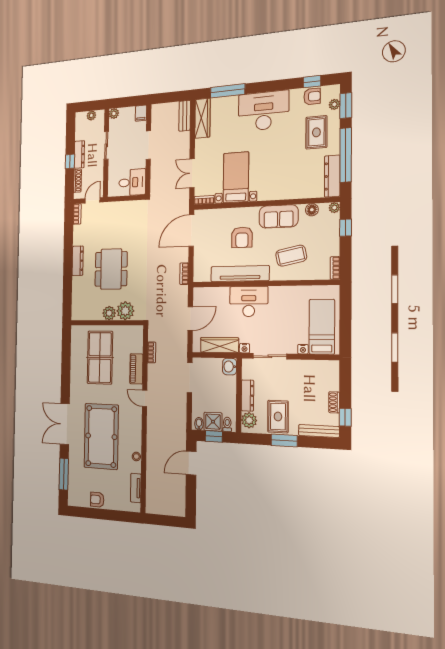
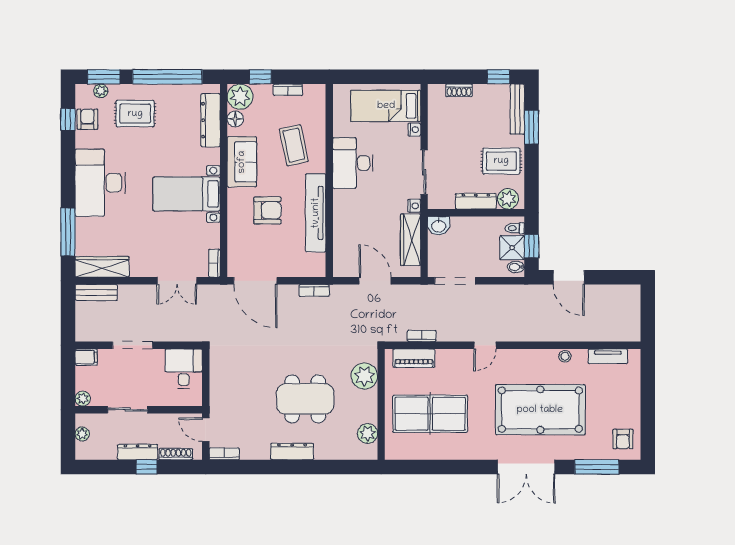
dresser: (332, 176) -> (211, 120), moved, turned 90
bed with nightstands: (236, 177) -> (187, 194), moved
plant: (334, 208) -> (240, 97), width x1.87, depth x1.87
bookcase: (335, 268) -> (288, 90), moved
desk: (249, 302) -> (353, 163), moved
plant: (109, 313) -> (368, 434), moved
piano: (136, 369) -> (414, 358), moved
shoe rack: (334, 402) -> (459, 90), moved
window: (284, 440) -> (531, 127), moved
armchair: (97, 500) -> (623, 439), moved

